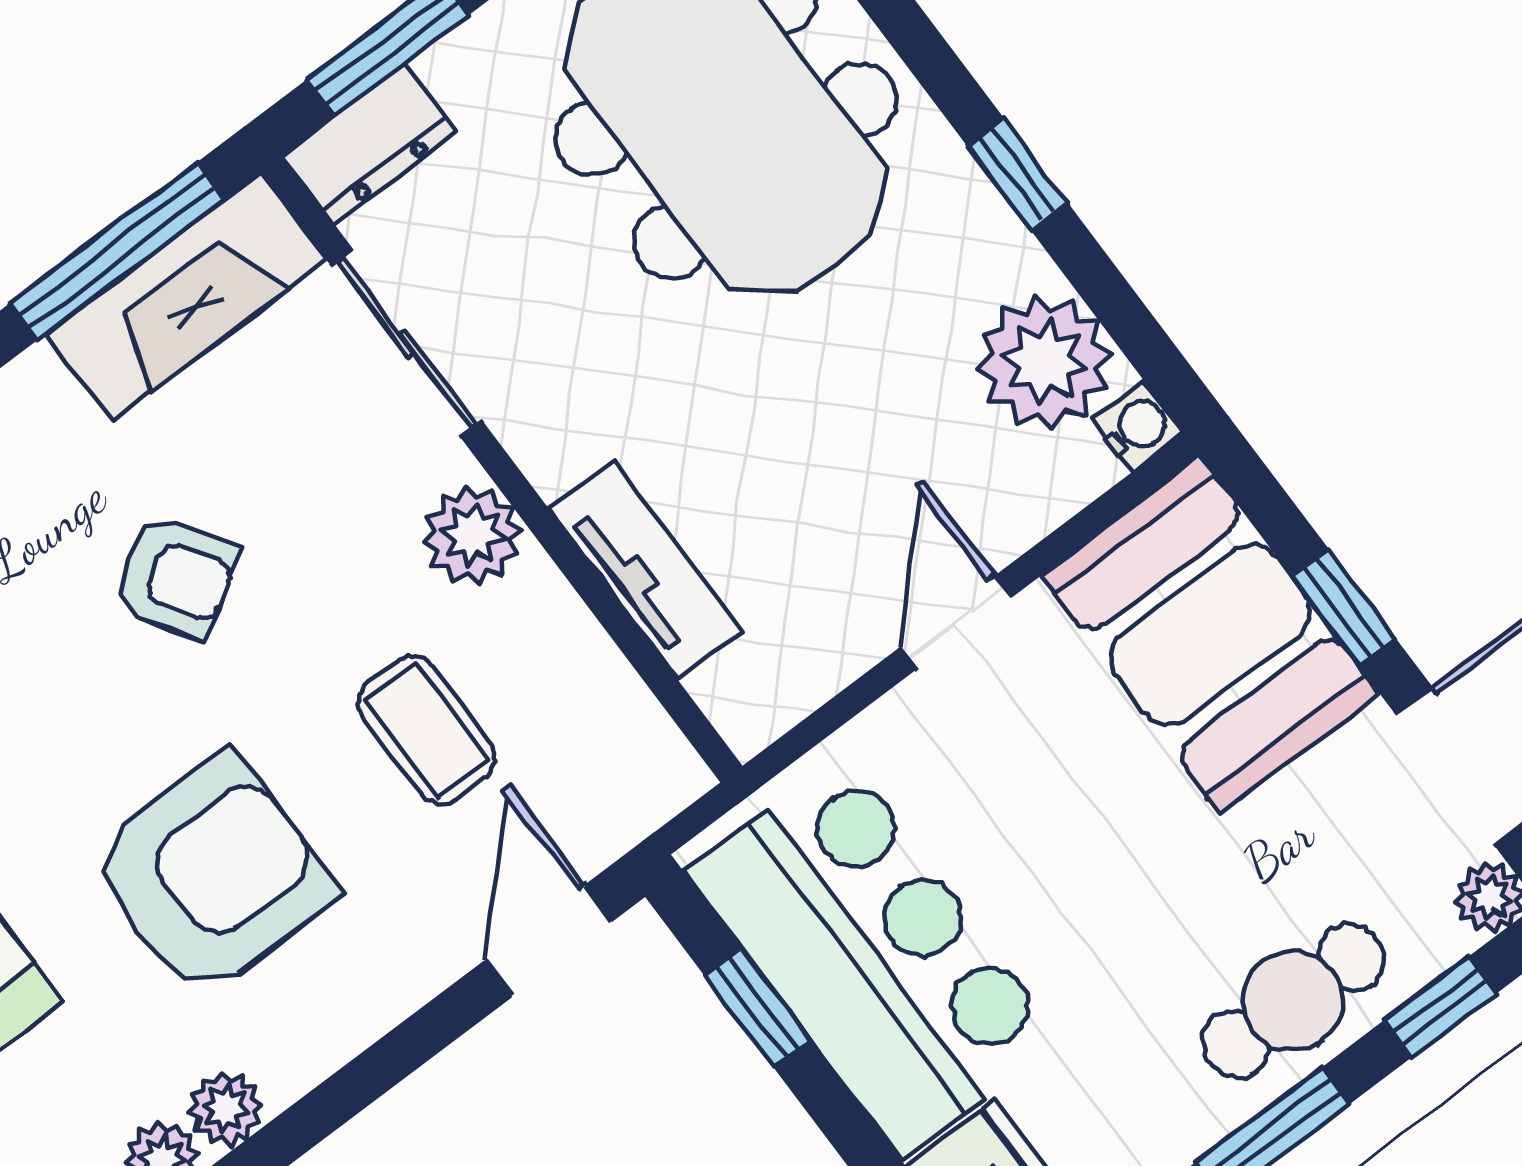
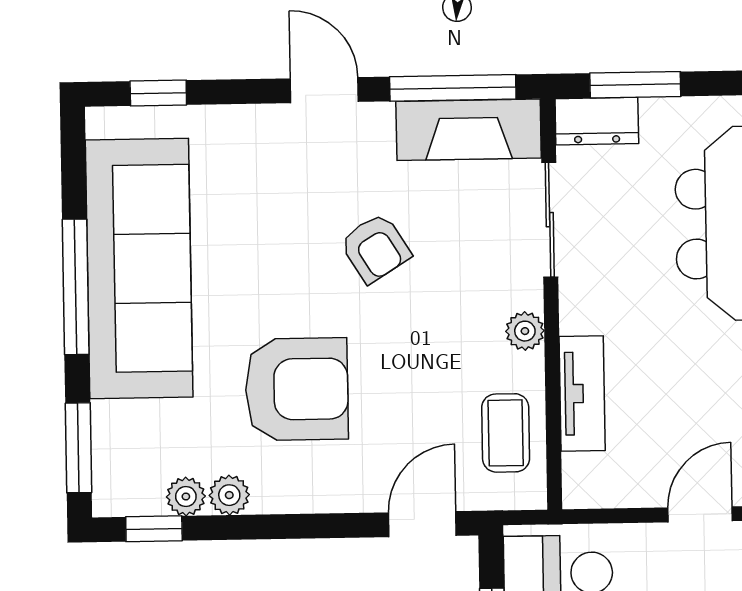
plant: (473, 536) -> (525, 331), width x0.73, depth x0.73
coffee table: (427, 730) -> (506, 433), moved

